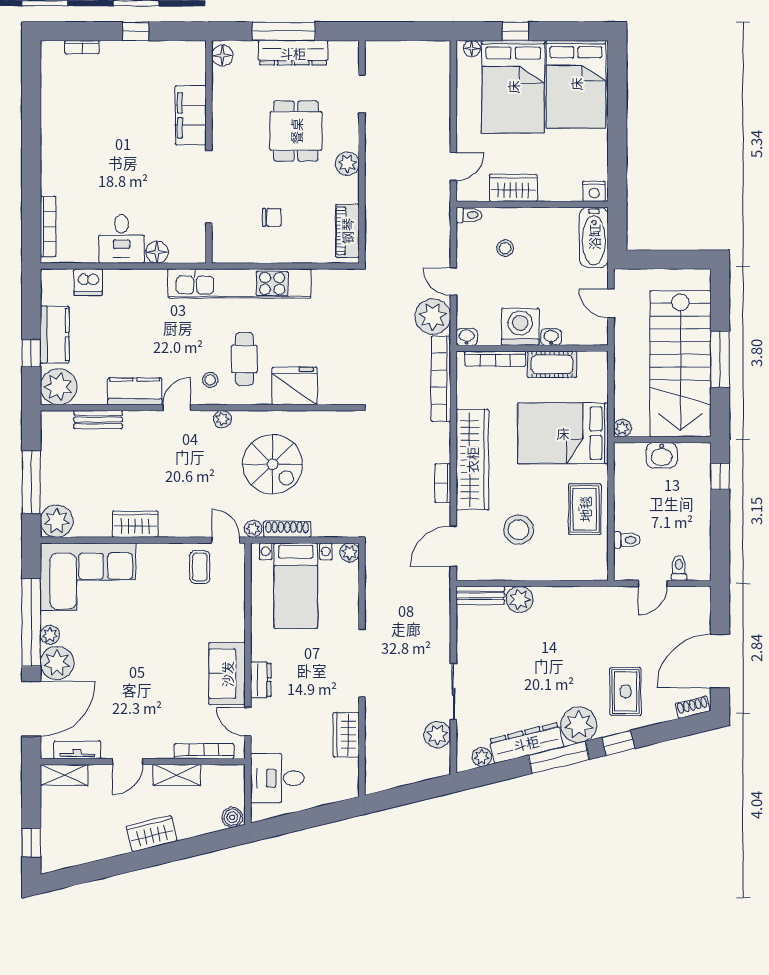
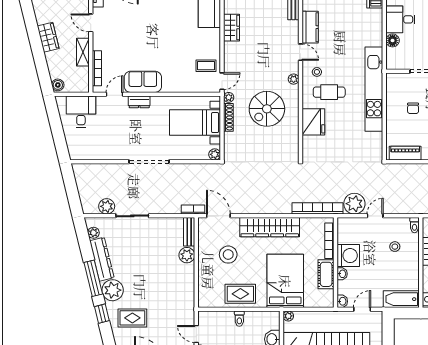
washbasin: (467, 337) -> (342, 301), moved
bookcase: (443, 483) -> (193, 210), moved
toilet: (627, 540) -> (239, 319), moved
wardrobe: (346, 735) -> (107, 152), removed

